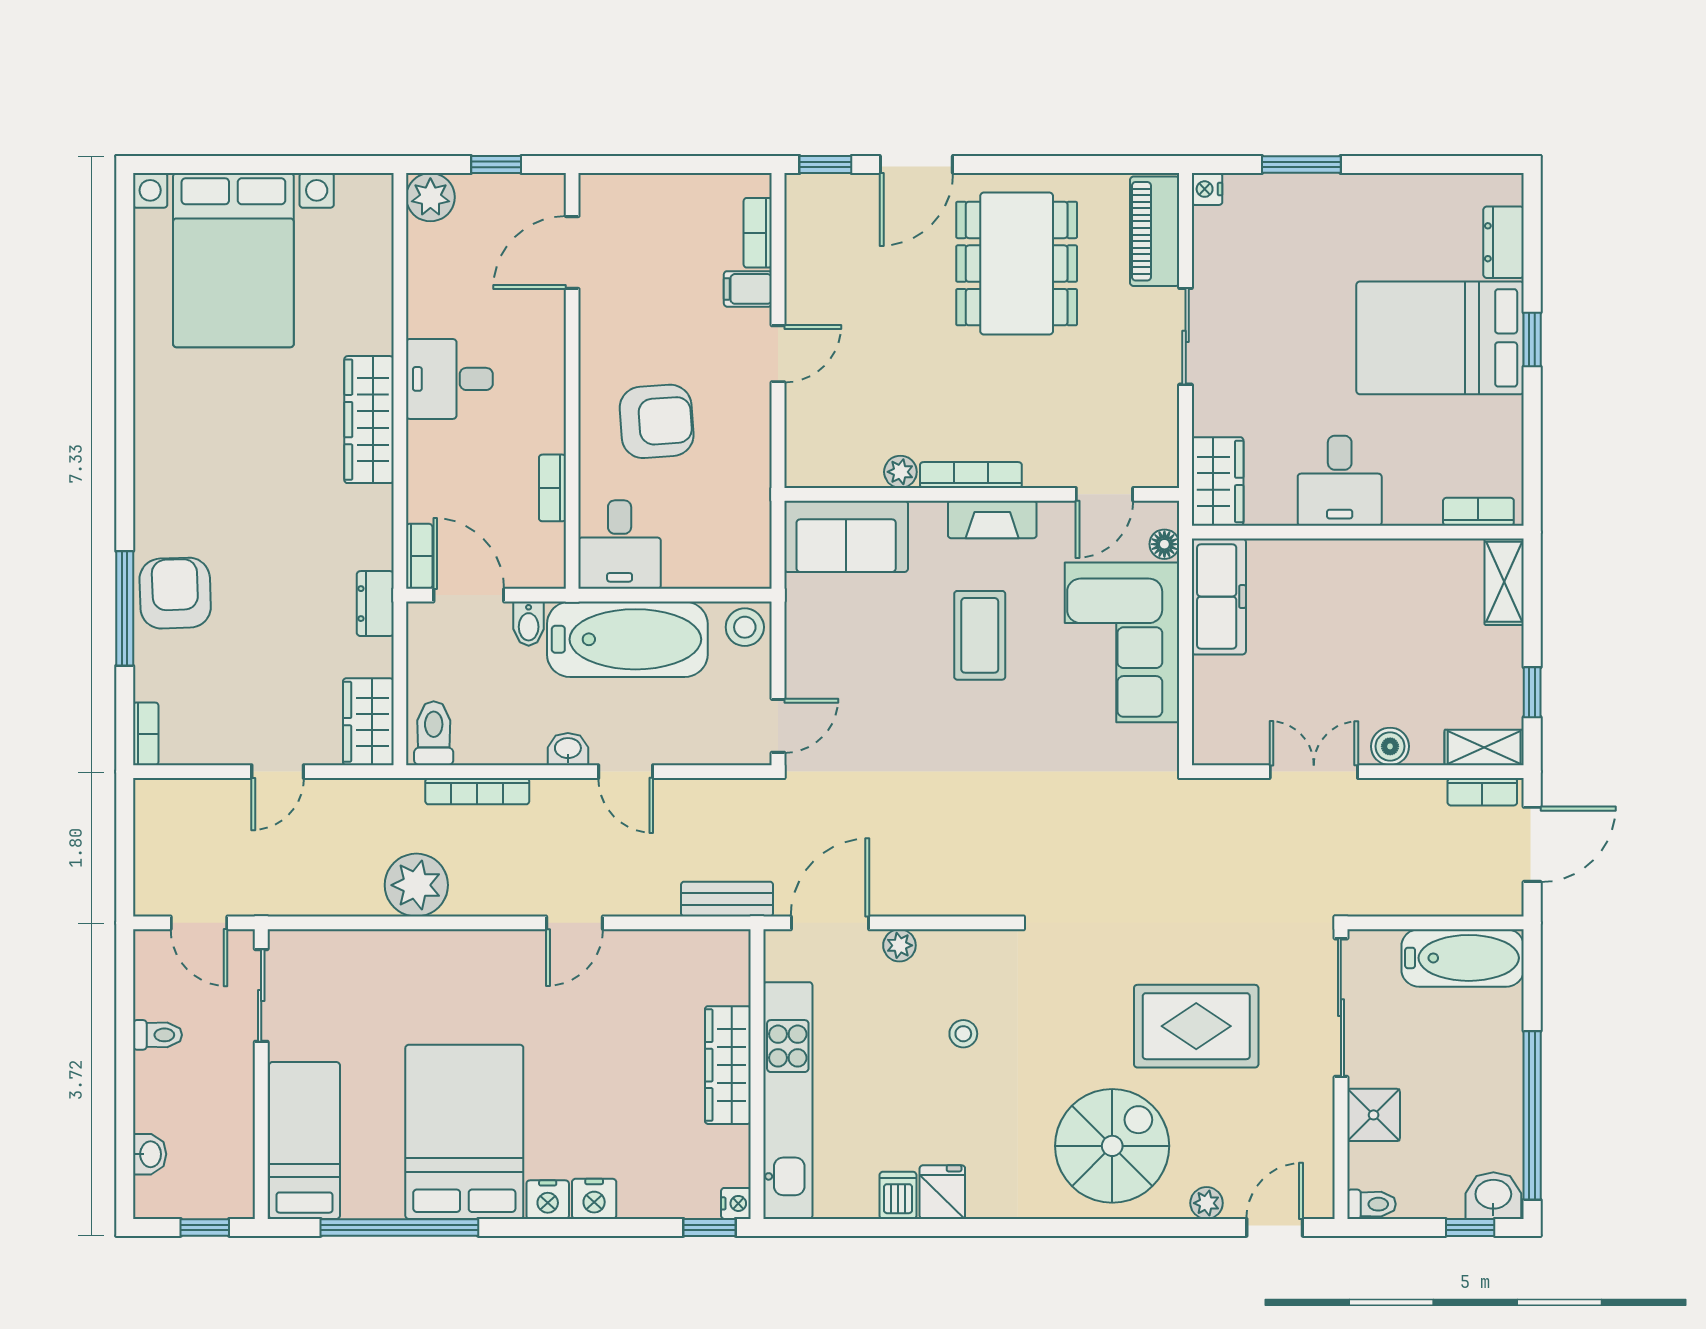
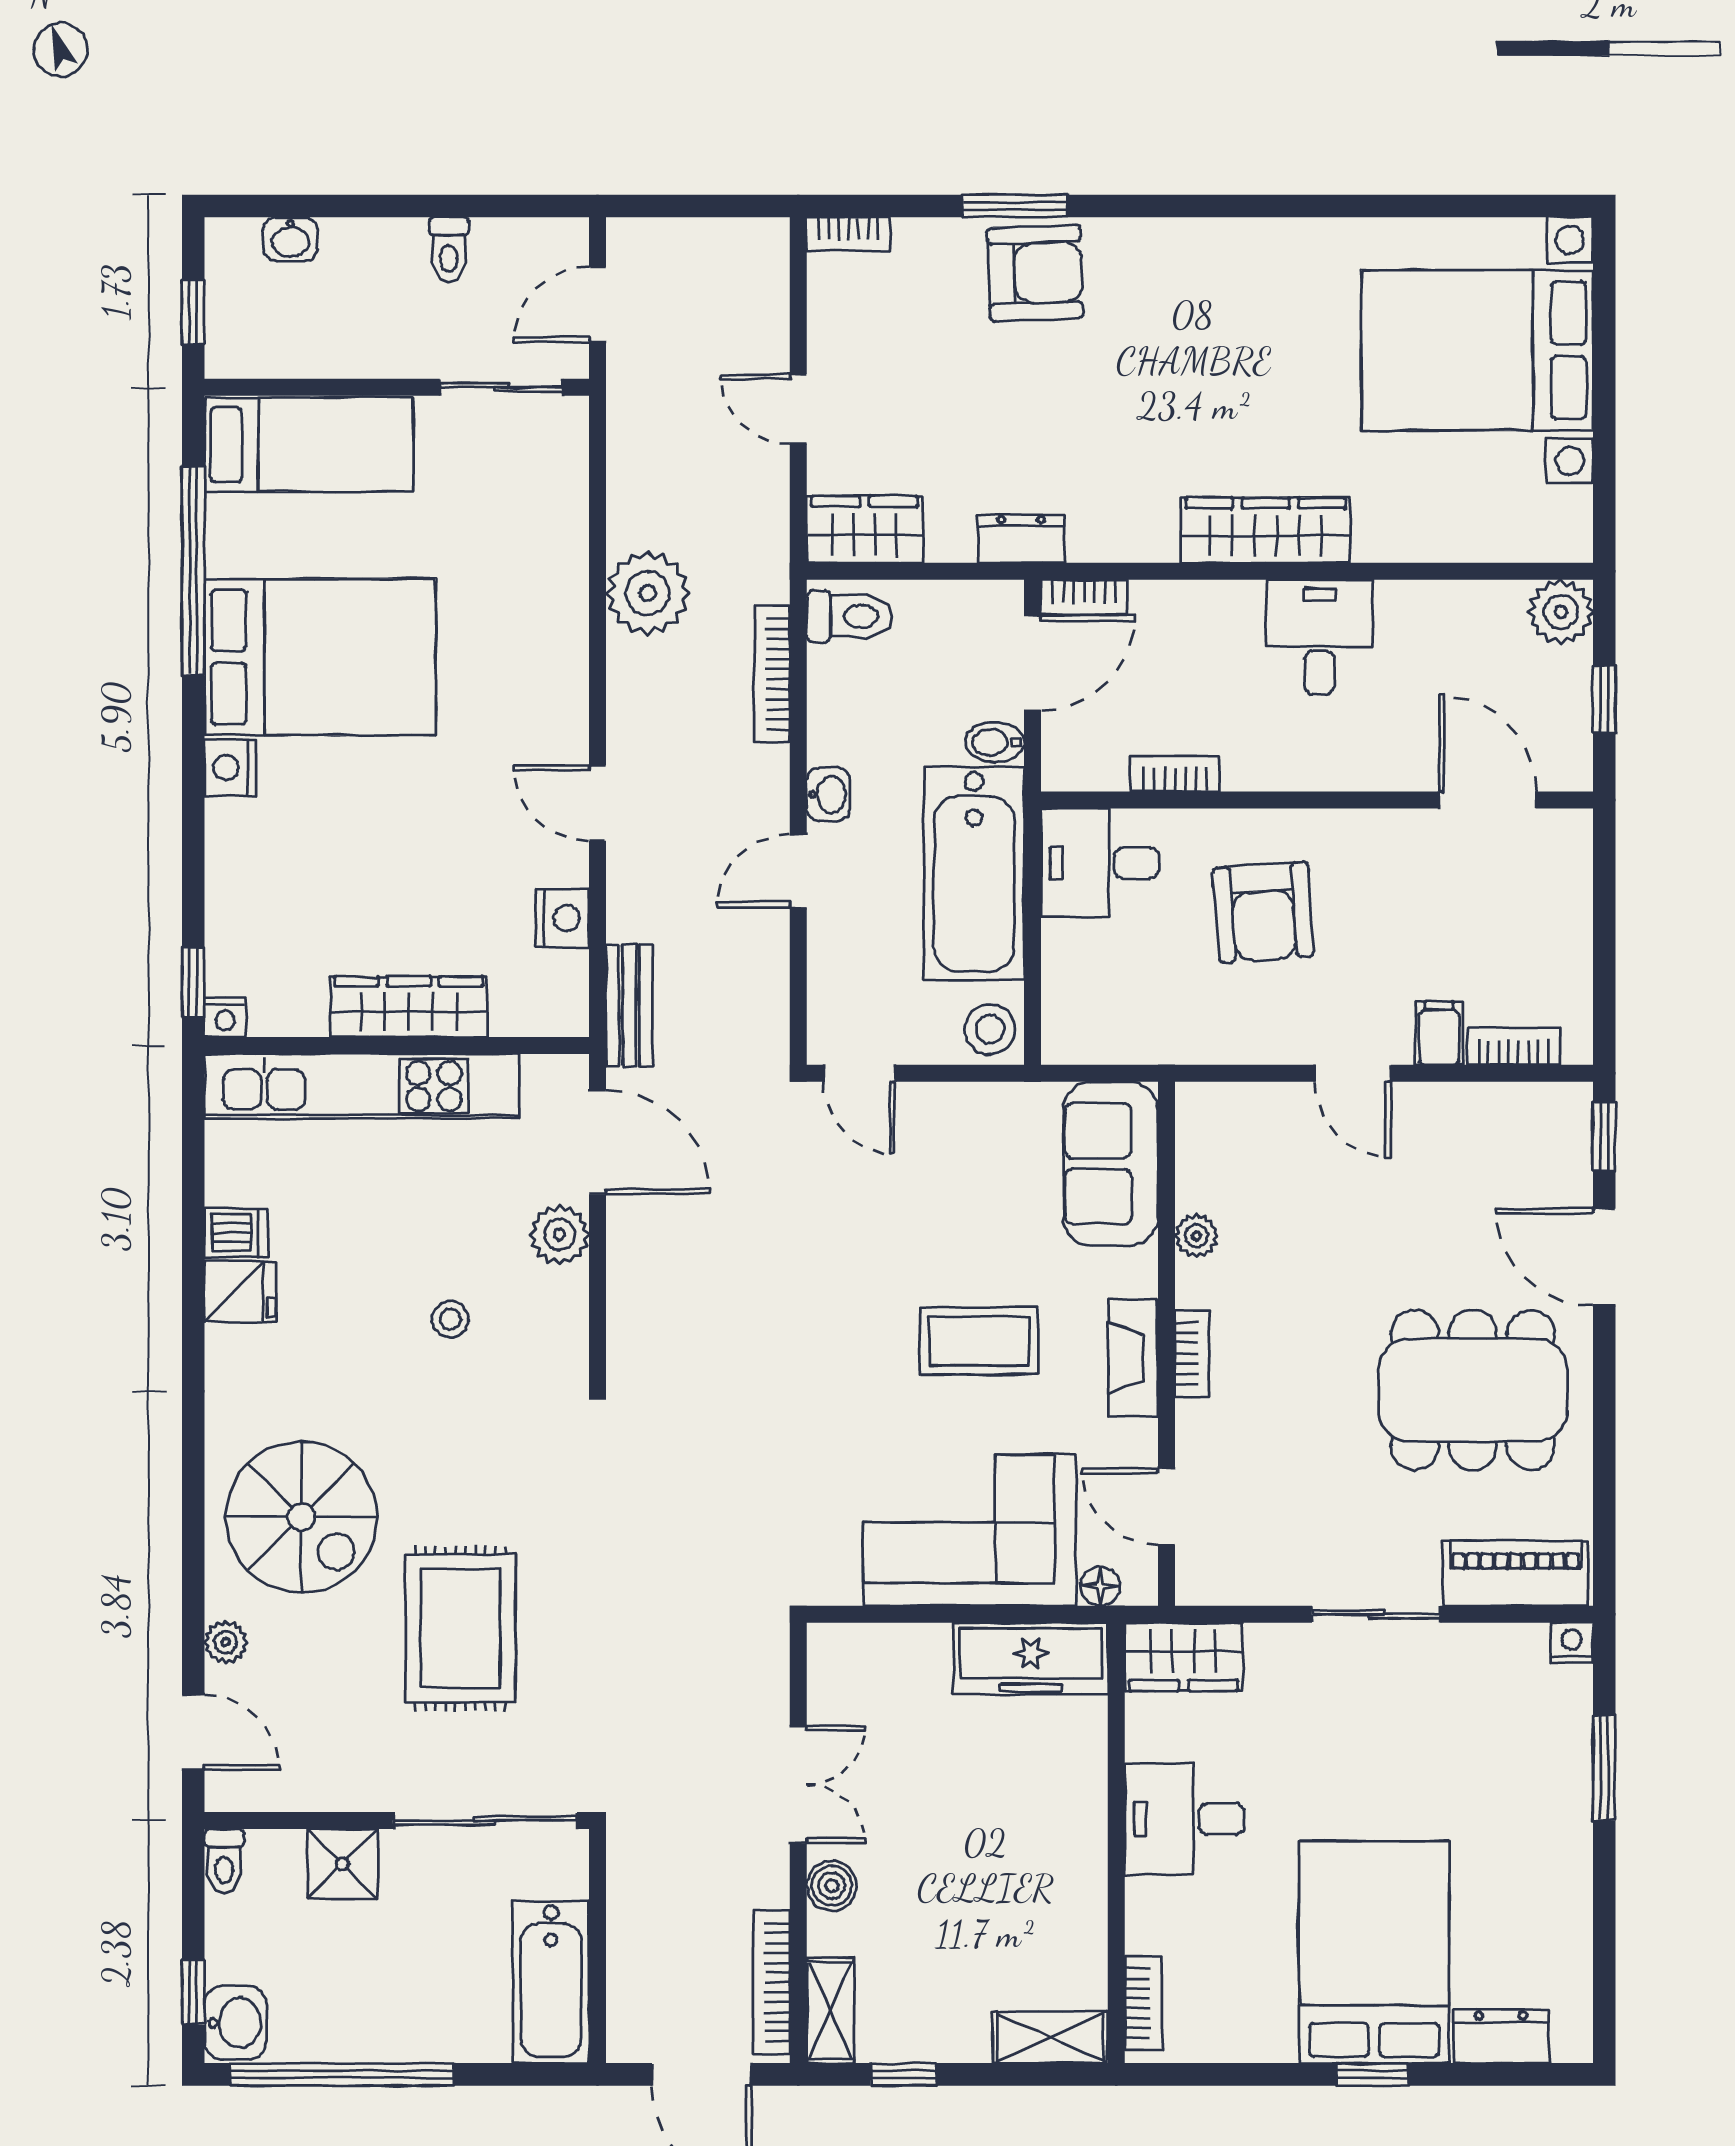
bookcase: (971, 475) -> (1192, 1354), width x0.64
window: (125, 608) -> (1015, 206), width x0.69
bookcase: (1482, 792) -> (772, 1982), width x1.56
plant: (899, 945) -> (560, 1235), width x1.38, depth x1.38
nightstand: (594, 1199) -> (562, 918), moved, turned 180

